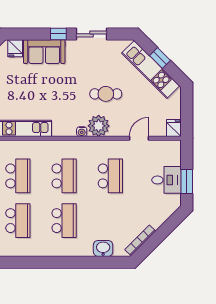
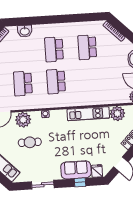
window: (58, 34) -> (80, 182), moved
plant: (99, 126) -> (23, 120), moved
school desk: (18, 176) -> (89, 79), removed

